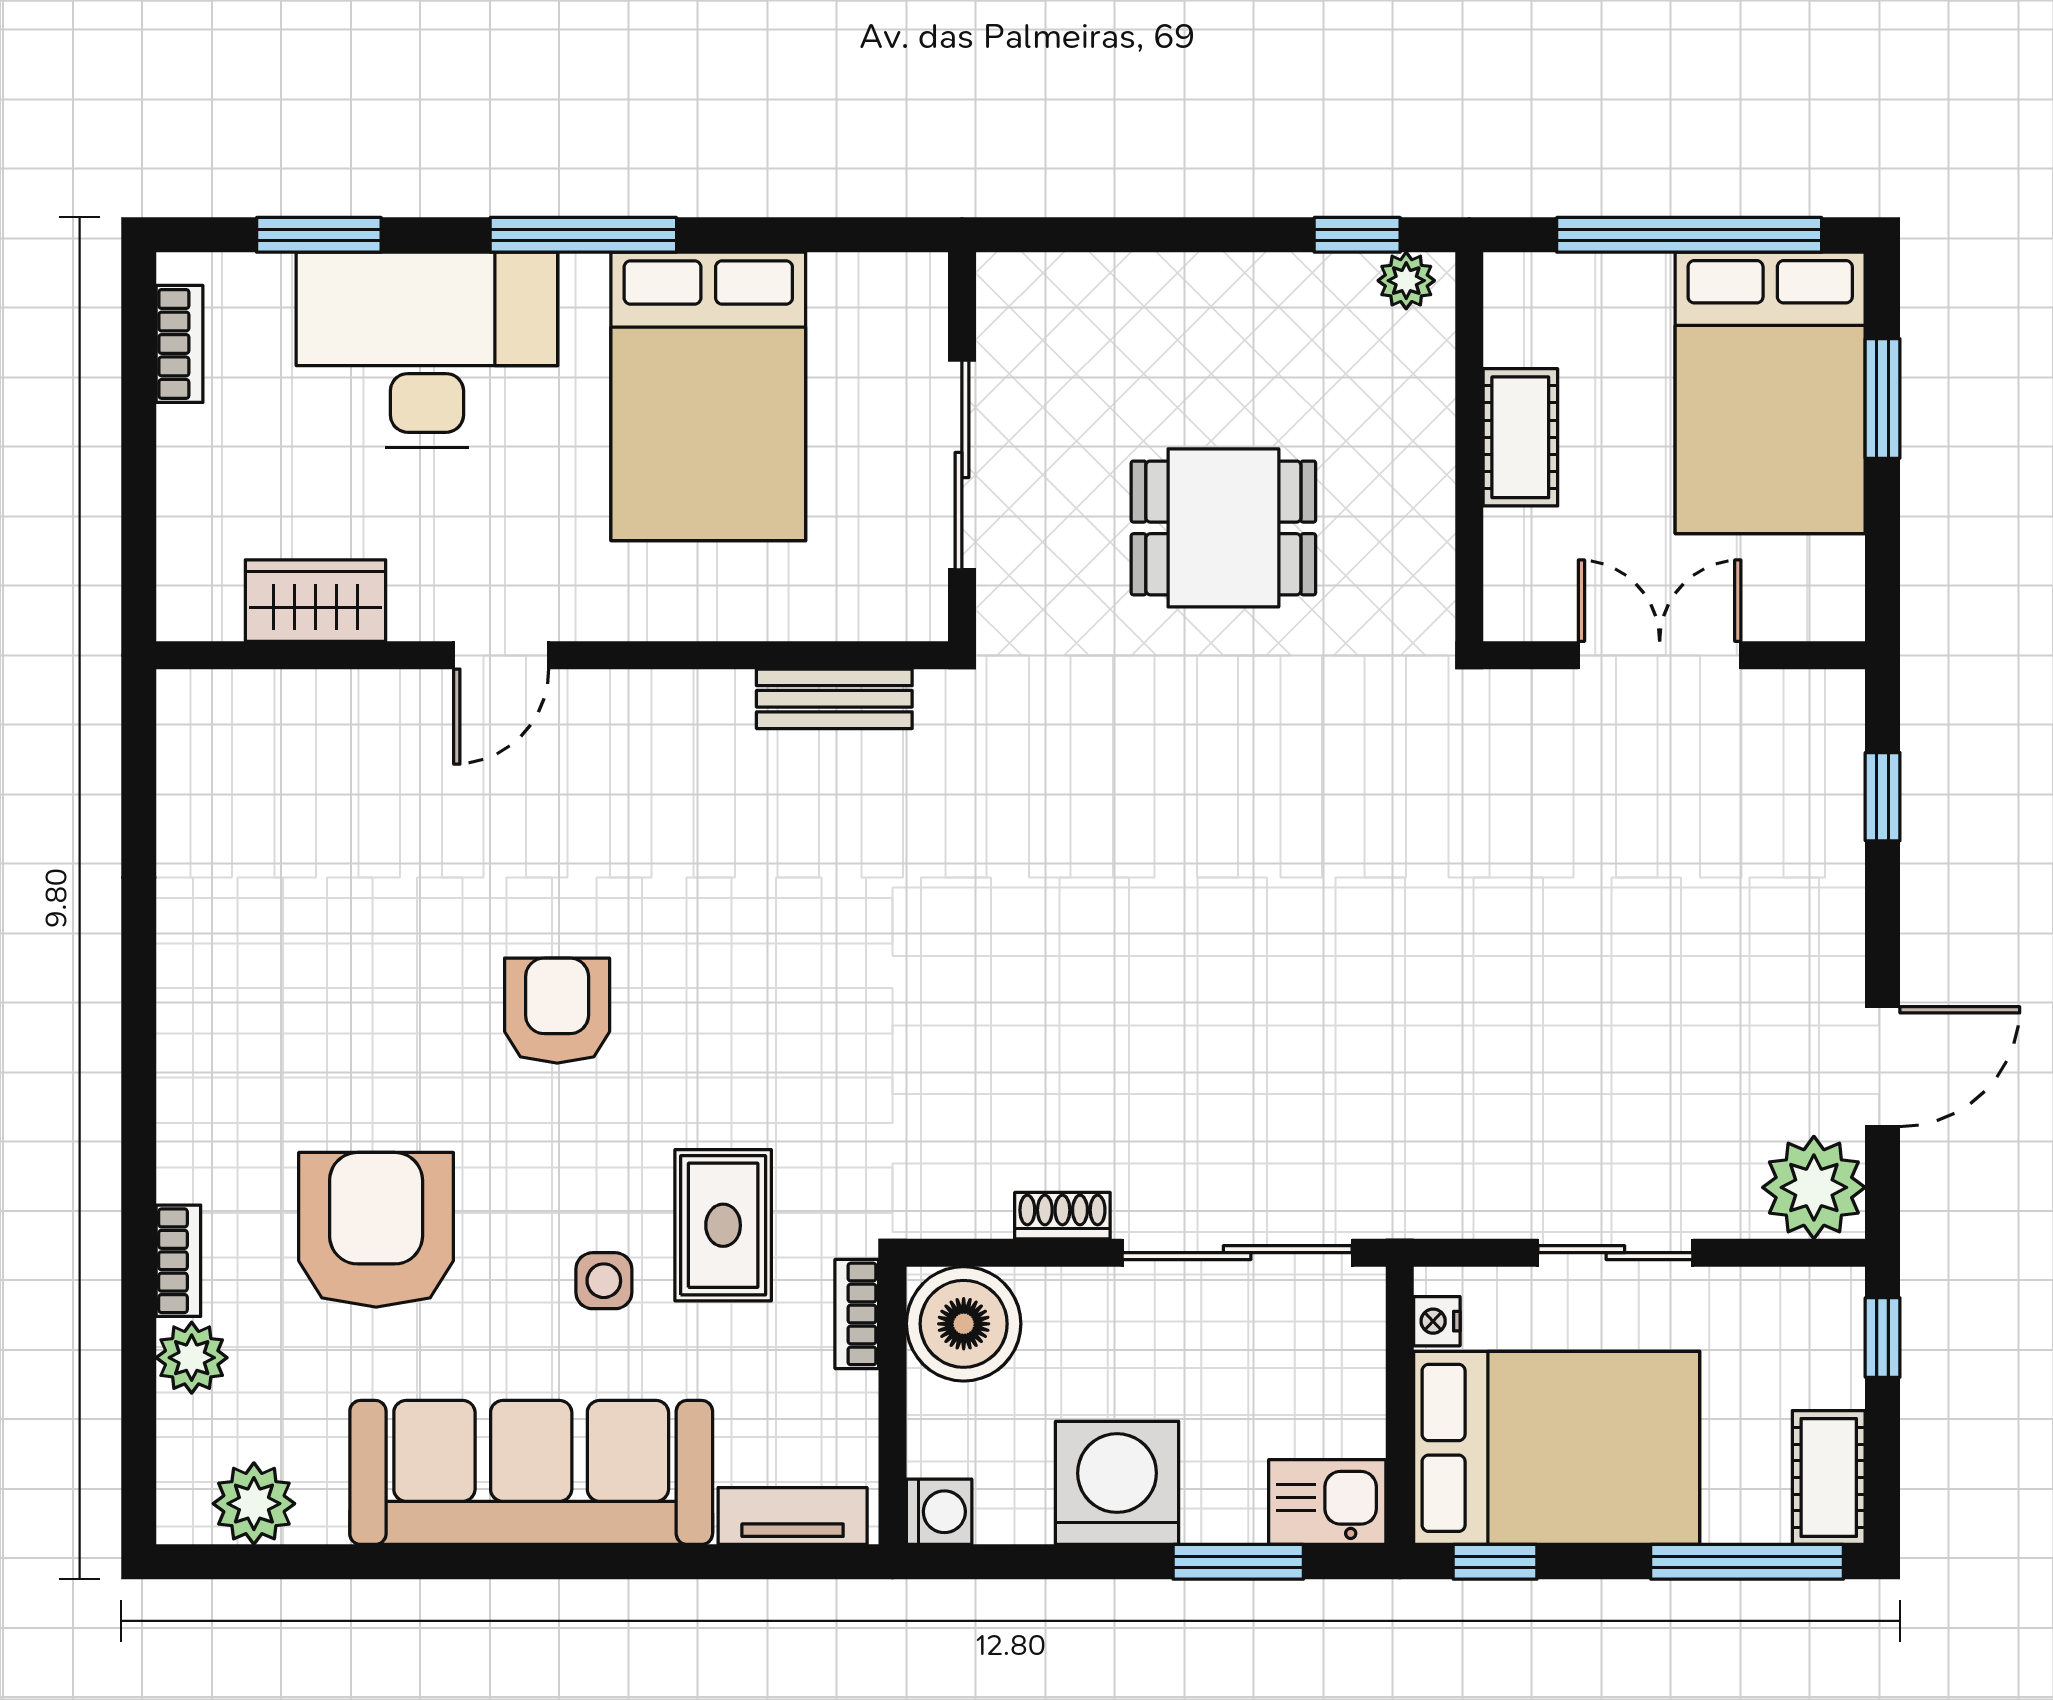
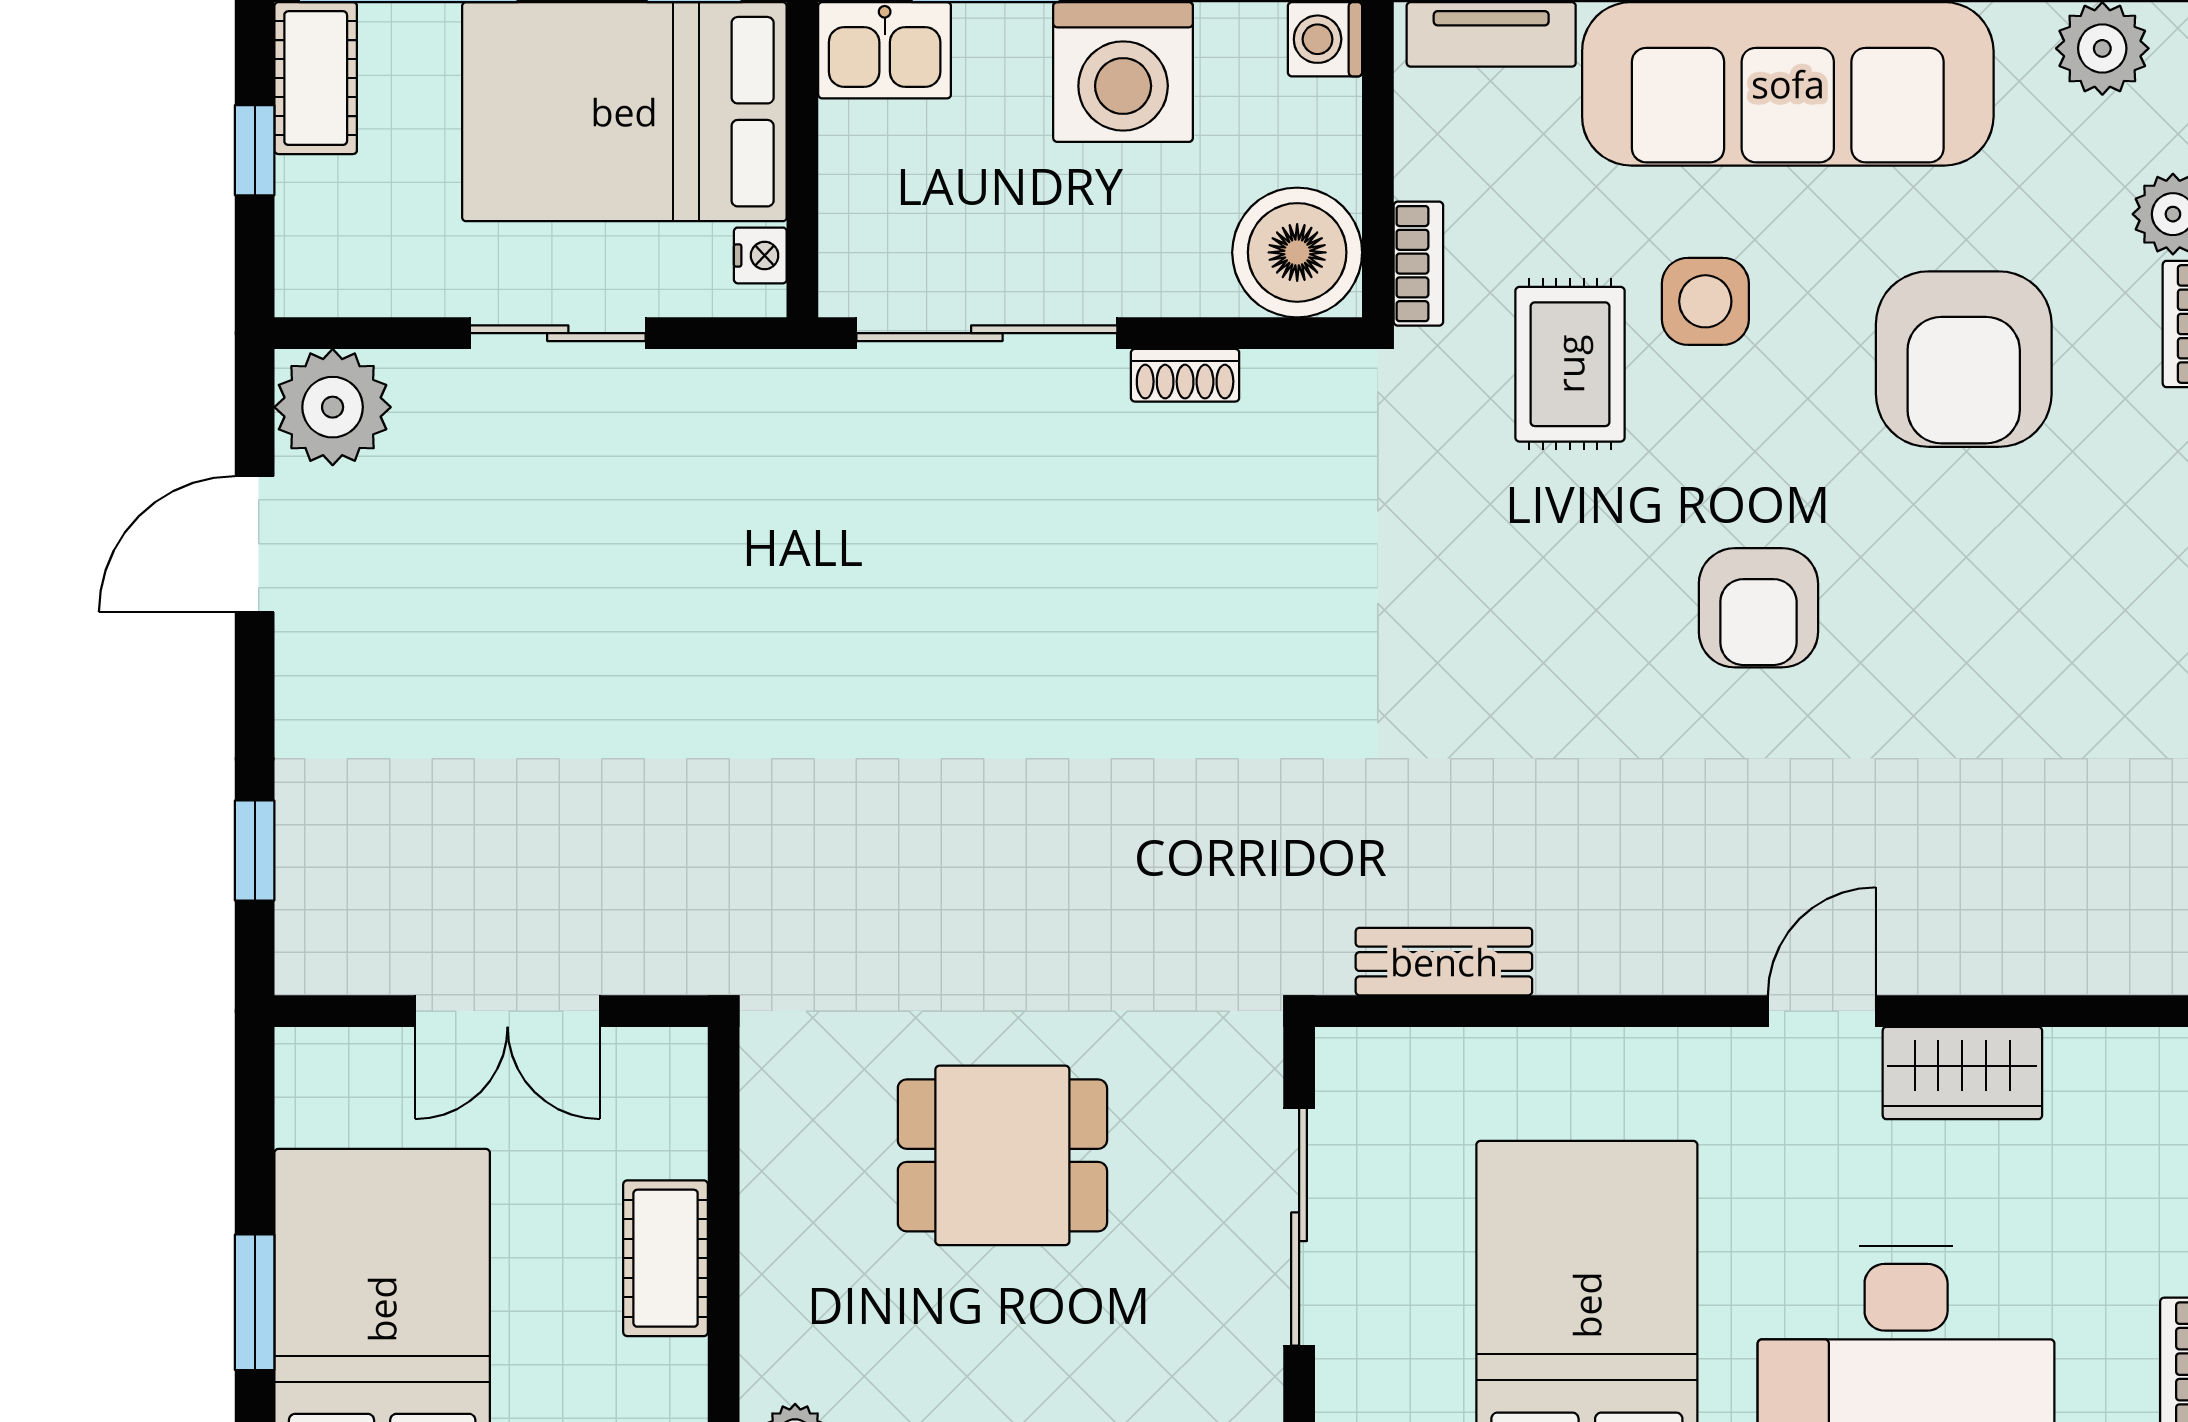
wardrobe: (316, 601) -> (1962, 1073), moved
side table: (604, 1281) -> (1705, 301), width x1.37, depth x1.37
window: (1883, 1337) -> (255, 150), moved

